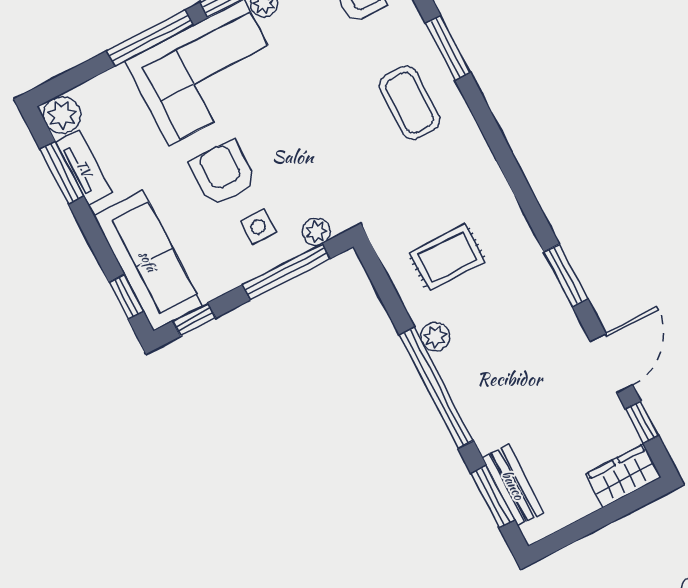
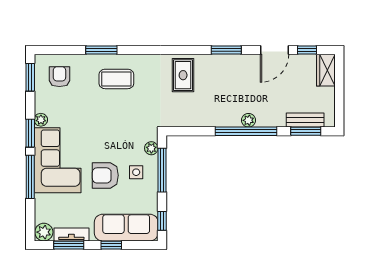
rug: (447, 257) -> (183, 75), moved
window: (126, 297) -> (111, 245), moved
plant: (435, 337) -> (248, 120), moved
door: (611, 363) -> (274, 50), swing flipped

